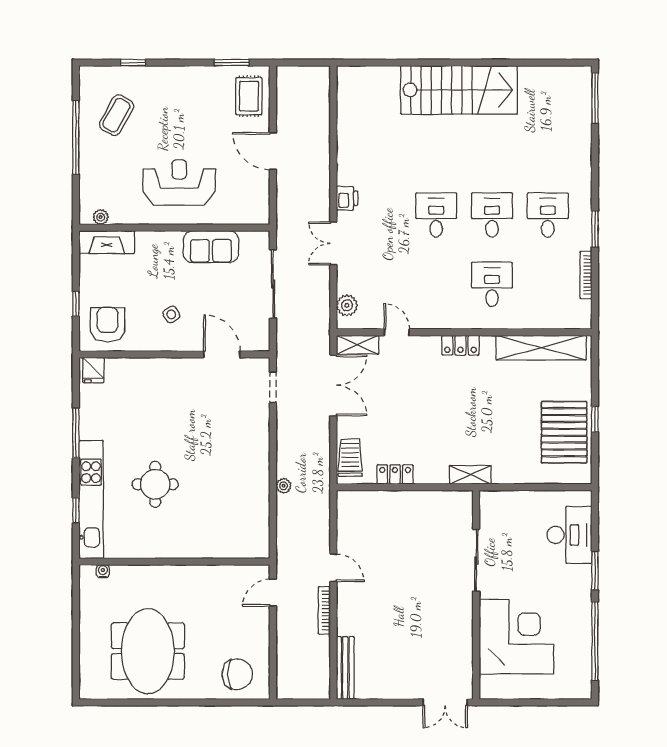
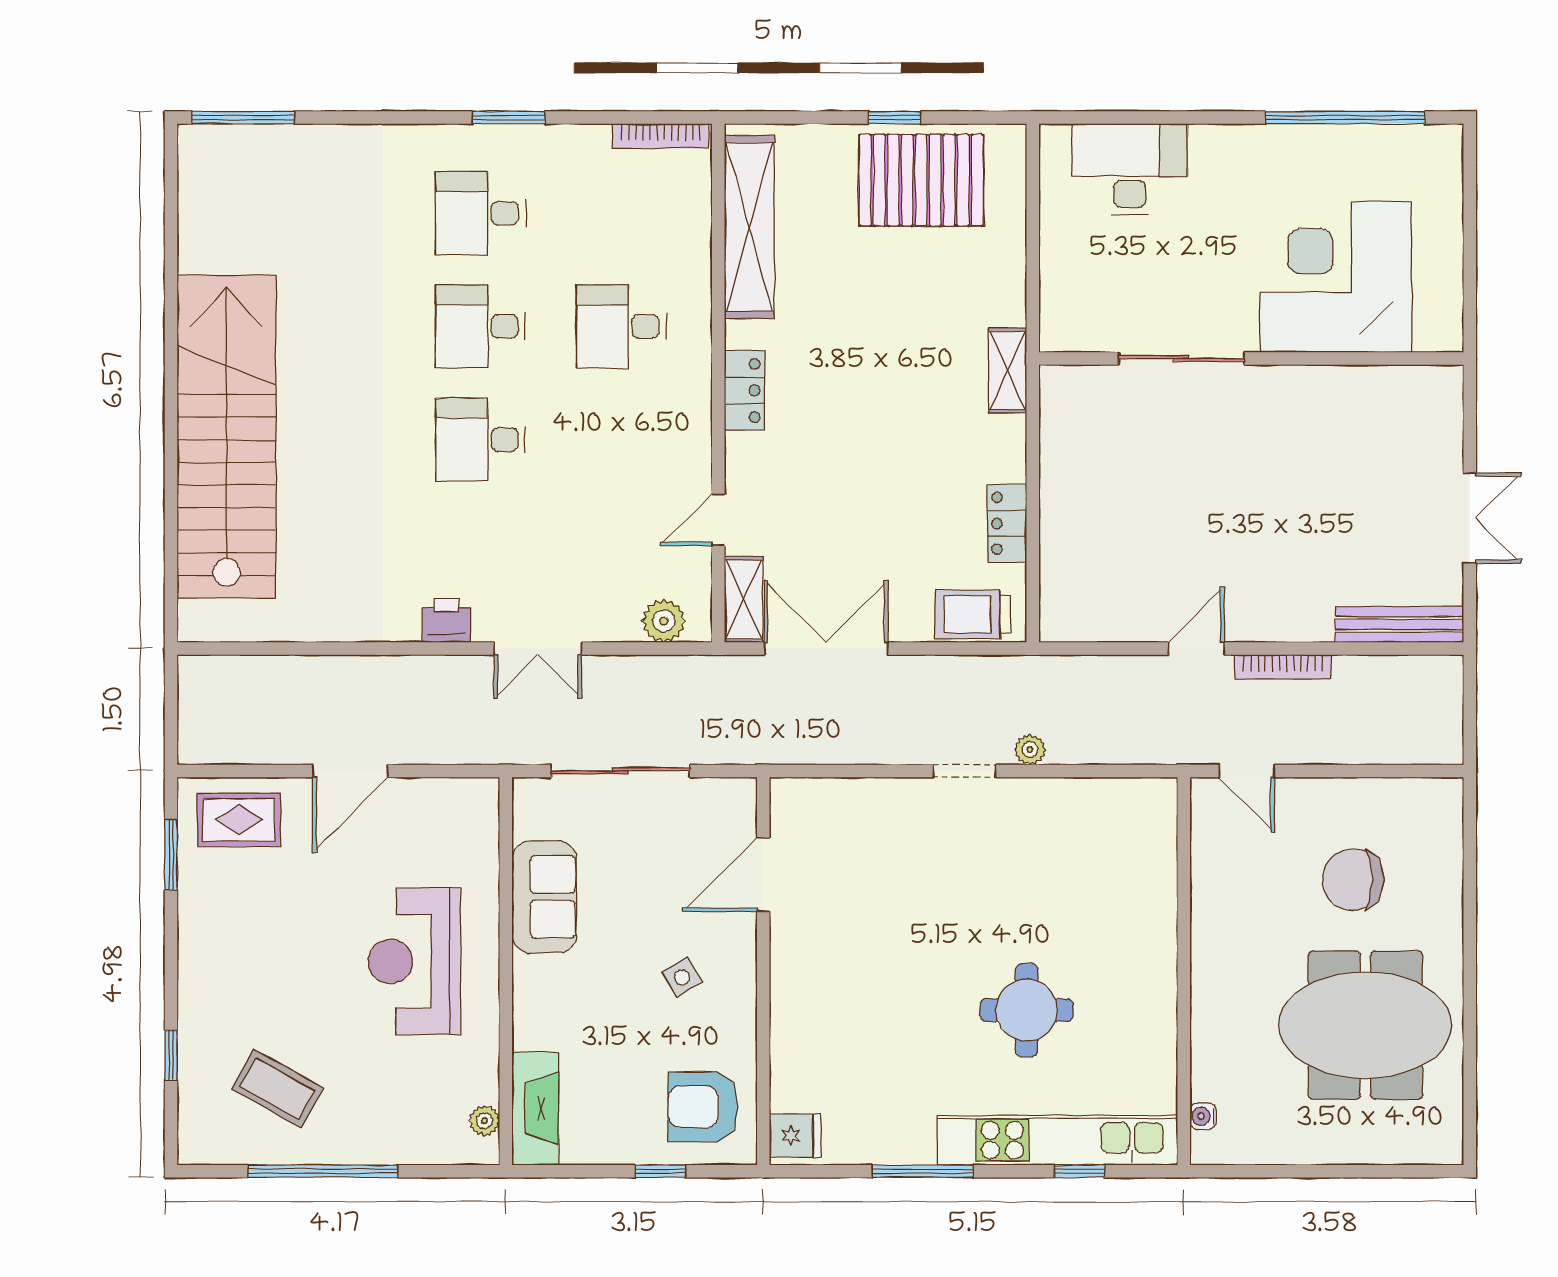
stairs: (459, 90) -> (227, 437), width x1.36
bookcase: (586, 275) -> (661, 136), moved
doorway: (273, 387) -> (964, 771), moved
window: (595, 571) -> (1202, 118), removed
chair: (237, 674) -> (1353, 880), moved, turned -90
double door: (445, 702) -> (1470, 518), moved

